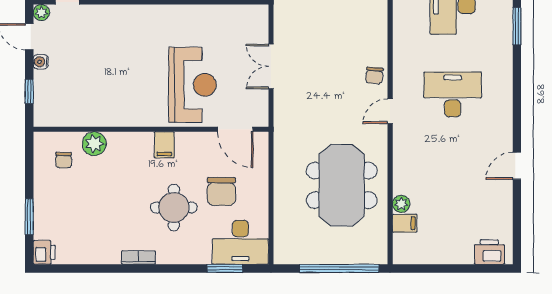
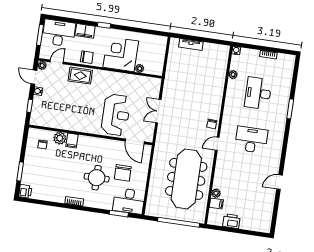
rug: (115, 21) -> (80, 76), added
filing cabinet: (164, 145) -> (72, 141), moved
meeting table: (342, 185) -> (186, 179), width x1.36
printer: (489, 252) -> (231, 221), moved

